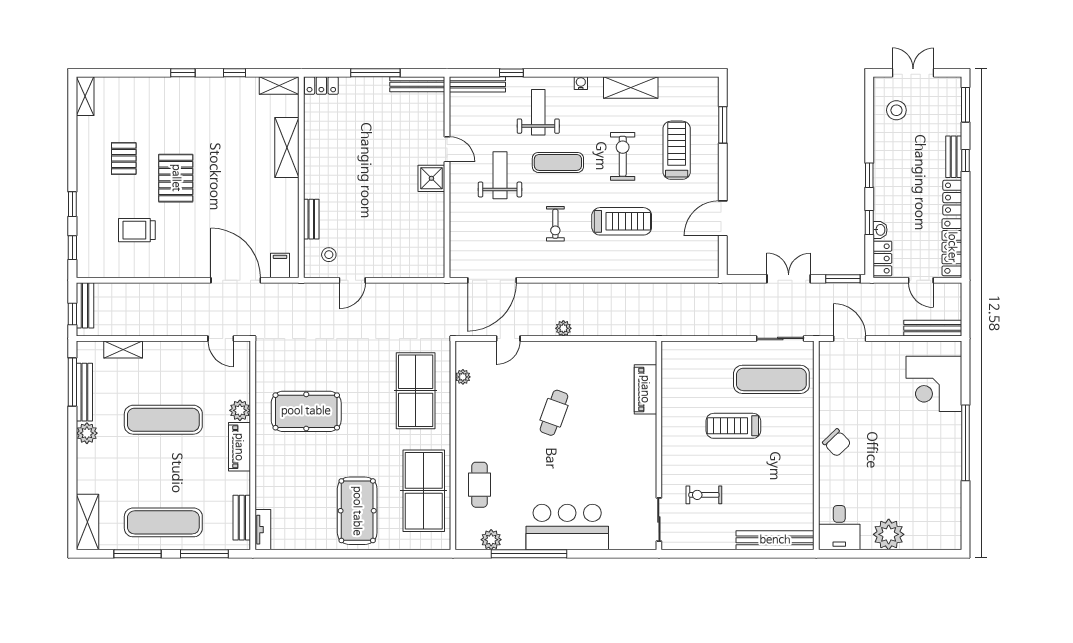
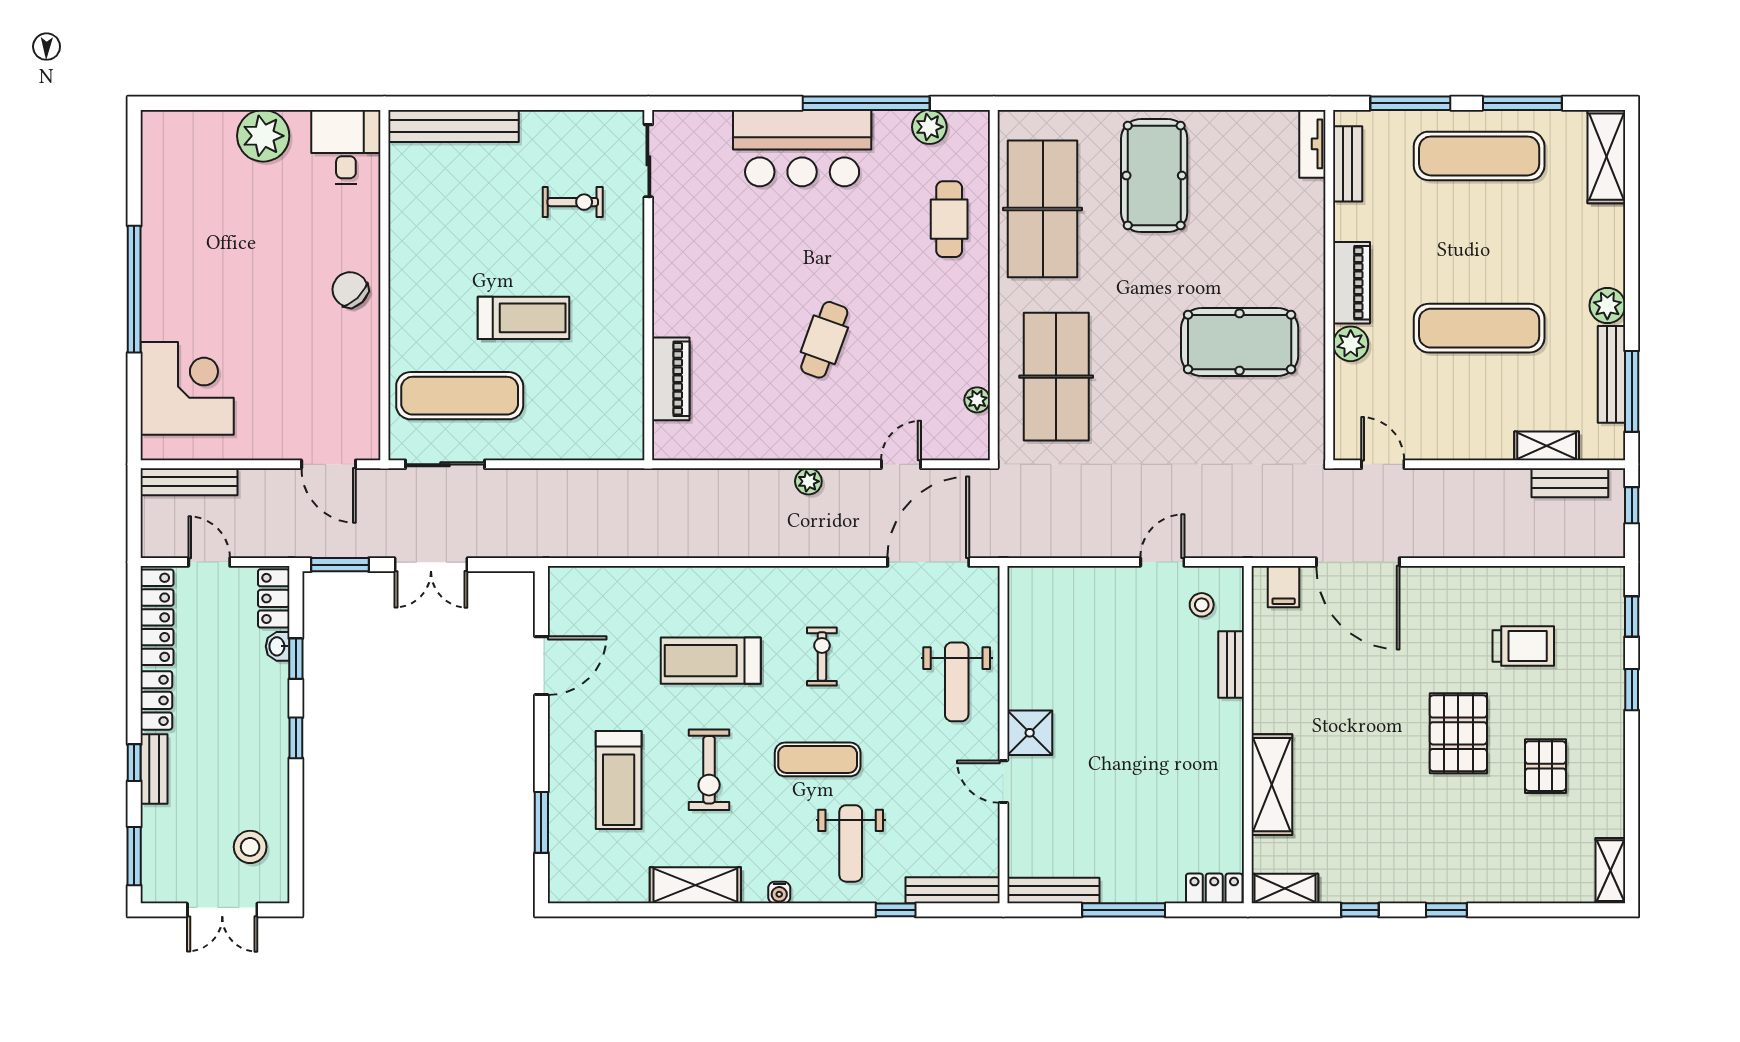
weight bench: (500, 175) -> (957, 682), moved
bench: (85, 305) -> (1570, 483), moved, turned 90

